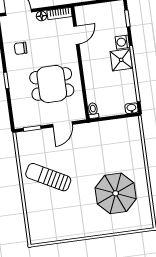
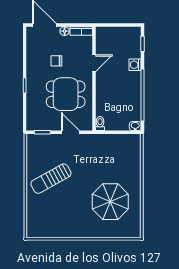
door: (76, 35) -> (94, 63), moved
chair: (21, 48) -> (56, 61), moved
shower: (121, 60) -> (132, 81), removed
door: (62, 124) -> (70, 132), swing flipped
sun lounger: (48, 177) -> (51, 179), turned -57

